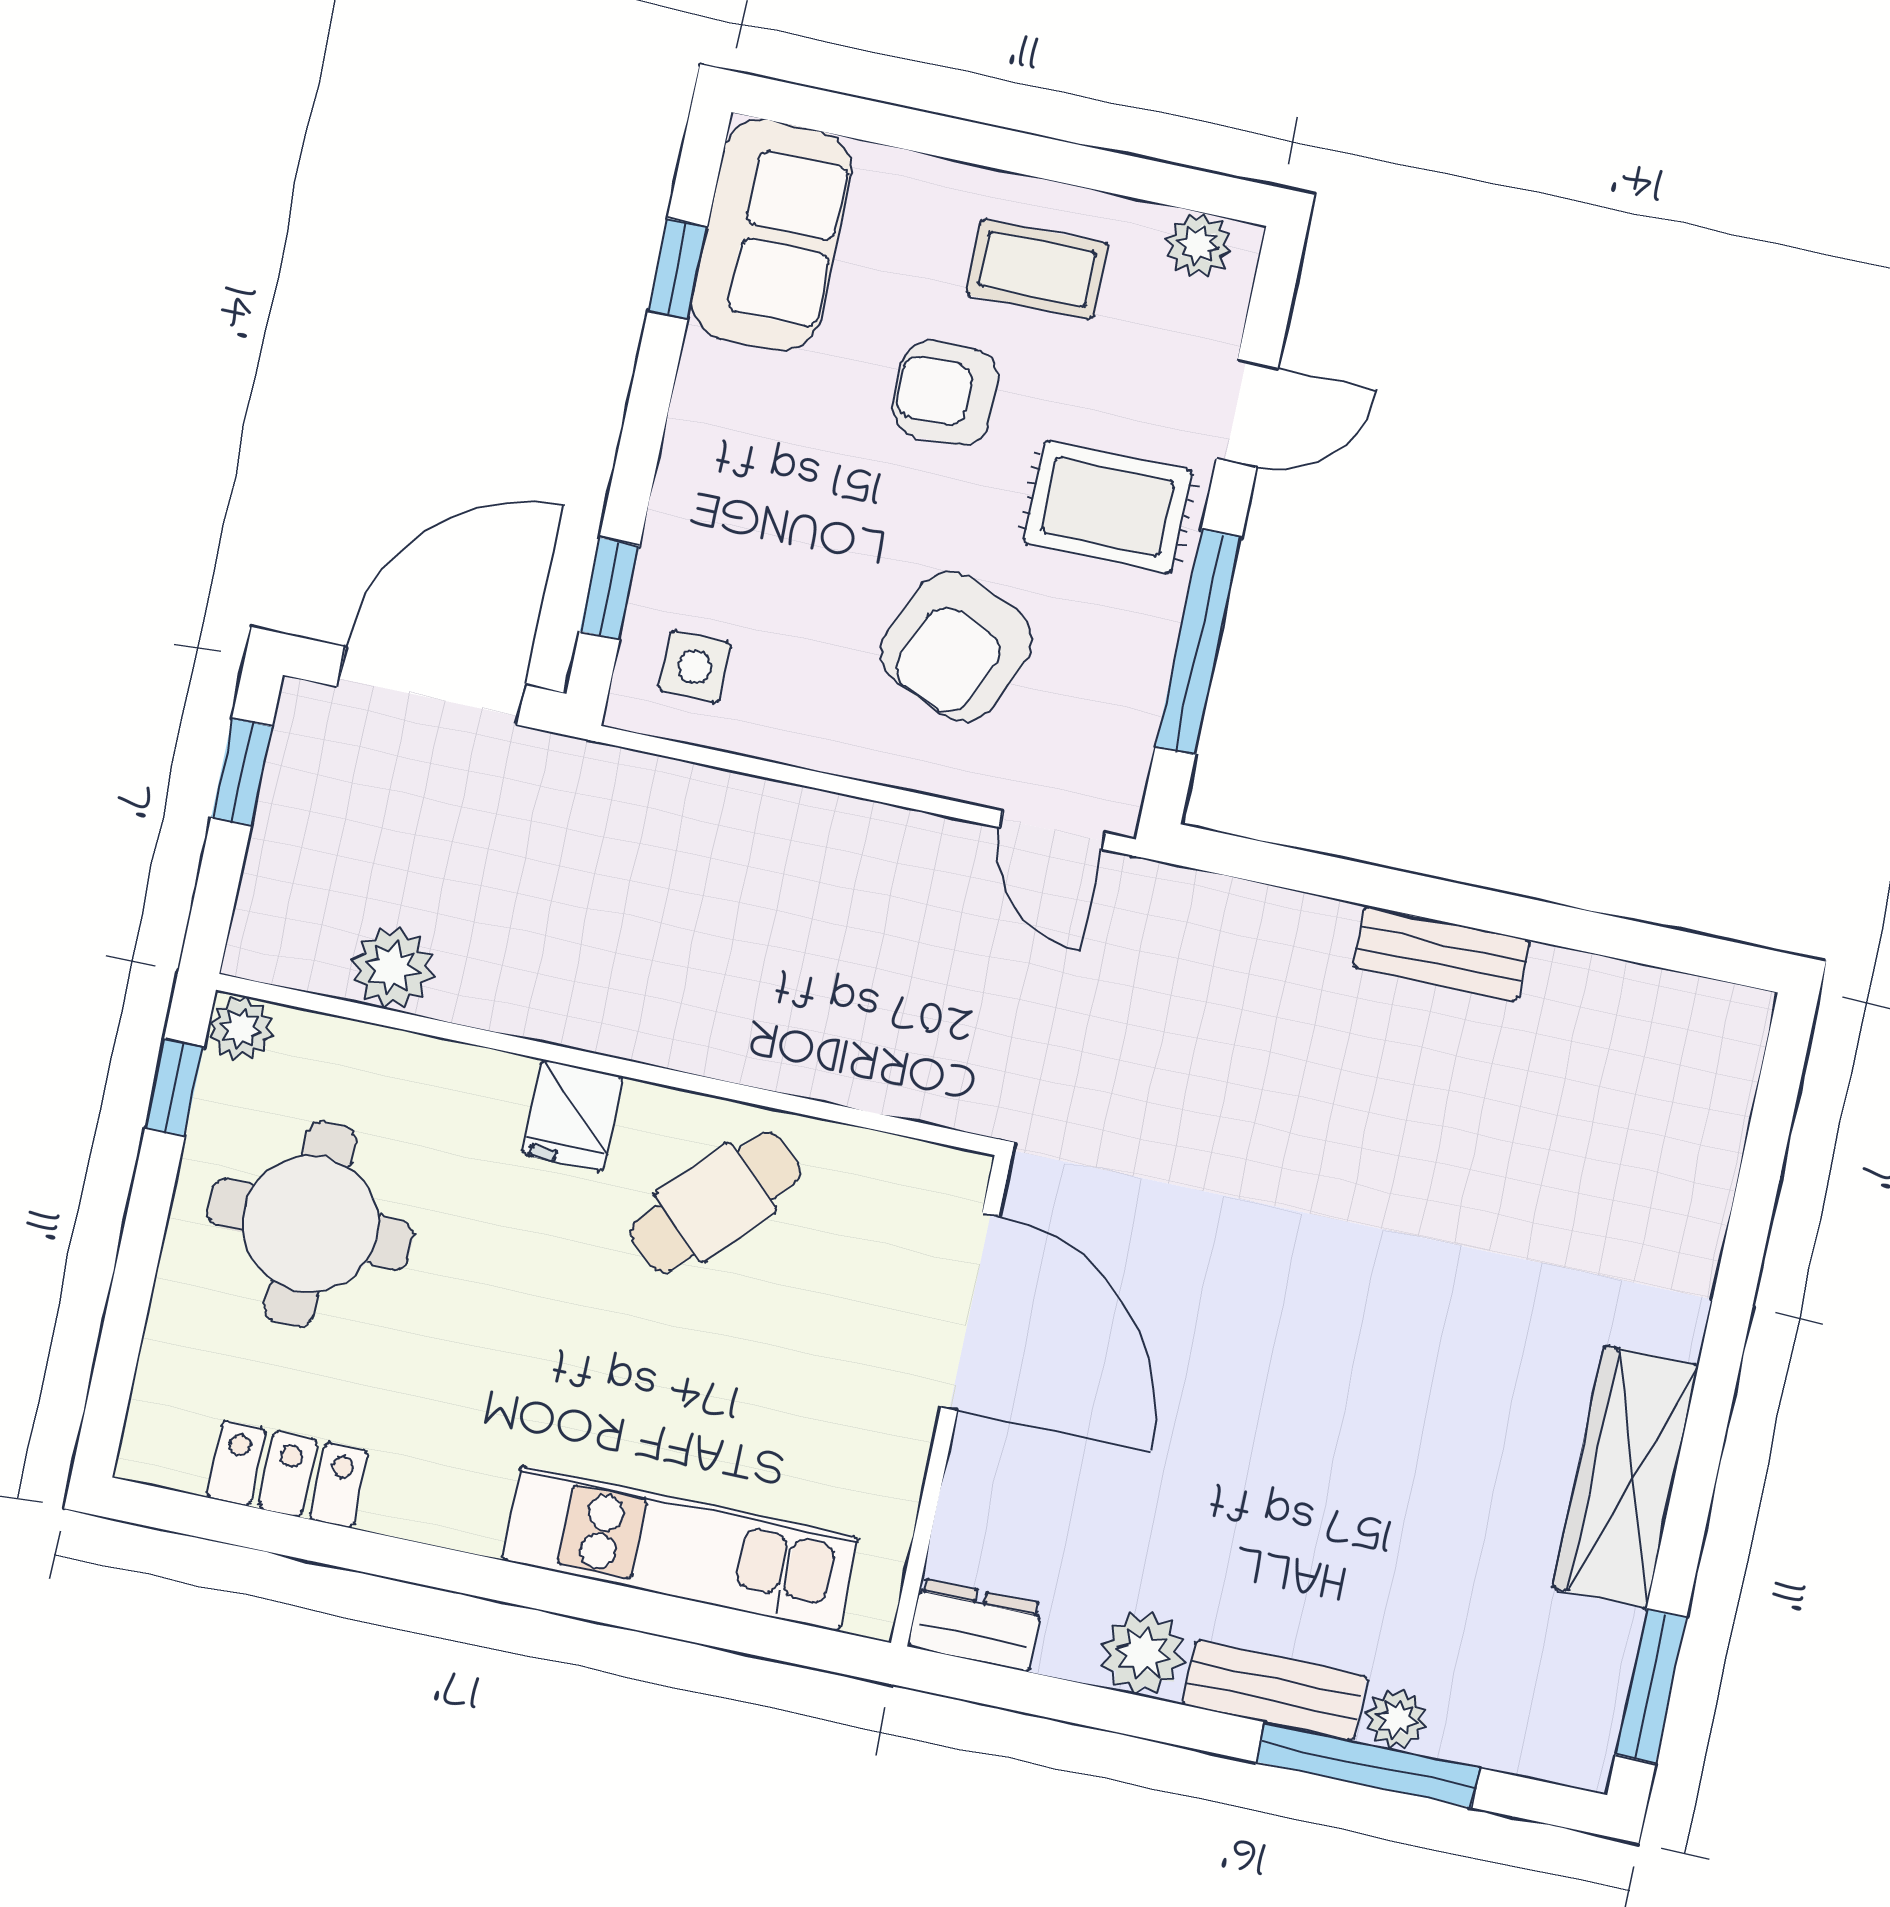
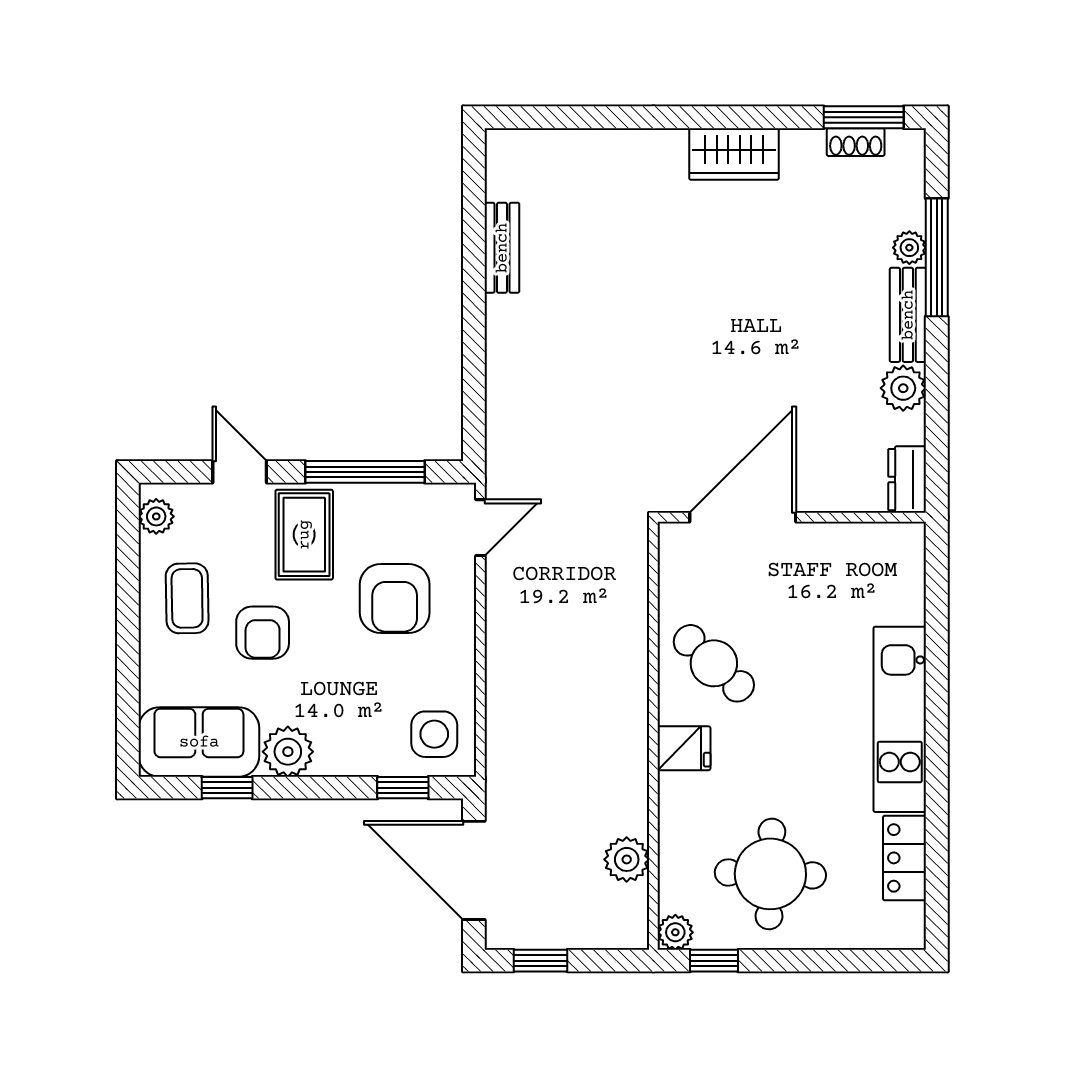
plant: (719, 393) -> (288, 752), added
armchair: (957, 647) -> (395, 598), turned 66
side table: (695, 666) -> (434, 734), width x1.37, depth x1.37
bench: (1441, 954) -> (502, 248), moved
wardrobe: (1626, 1477) -> (734, 154), width x0.67
kitchen unit: (680, 1548) -> (900, 719), moved
shoe rack: (1609, 1662) -> (856, 142), added

